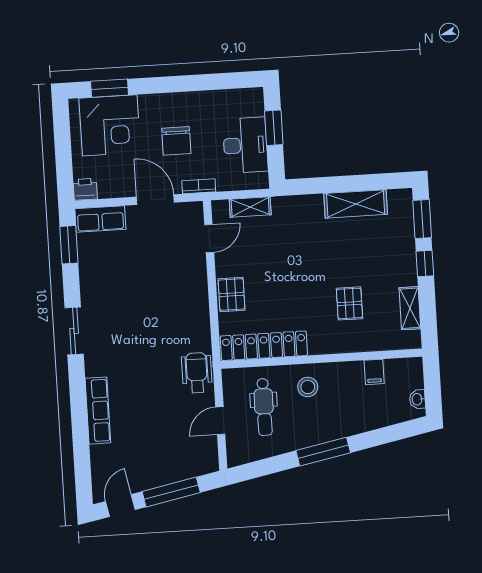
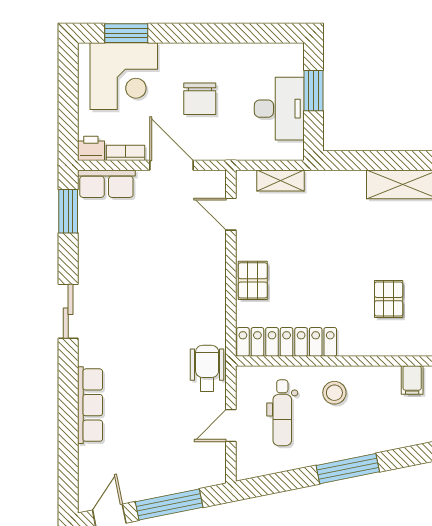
bookcase: (199, 186) -> (125, 153), moved
door: (209, 239) -> (231, 214), swing flipped

